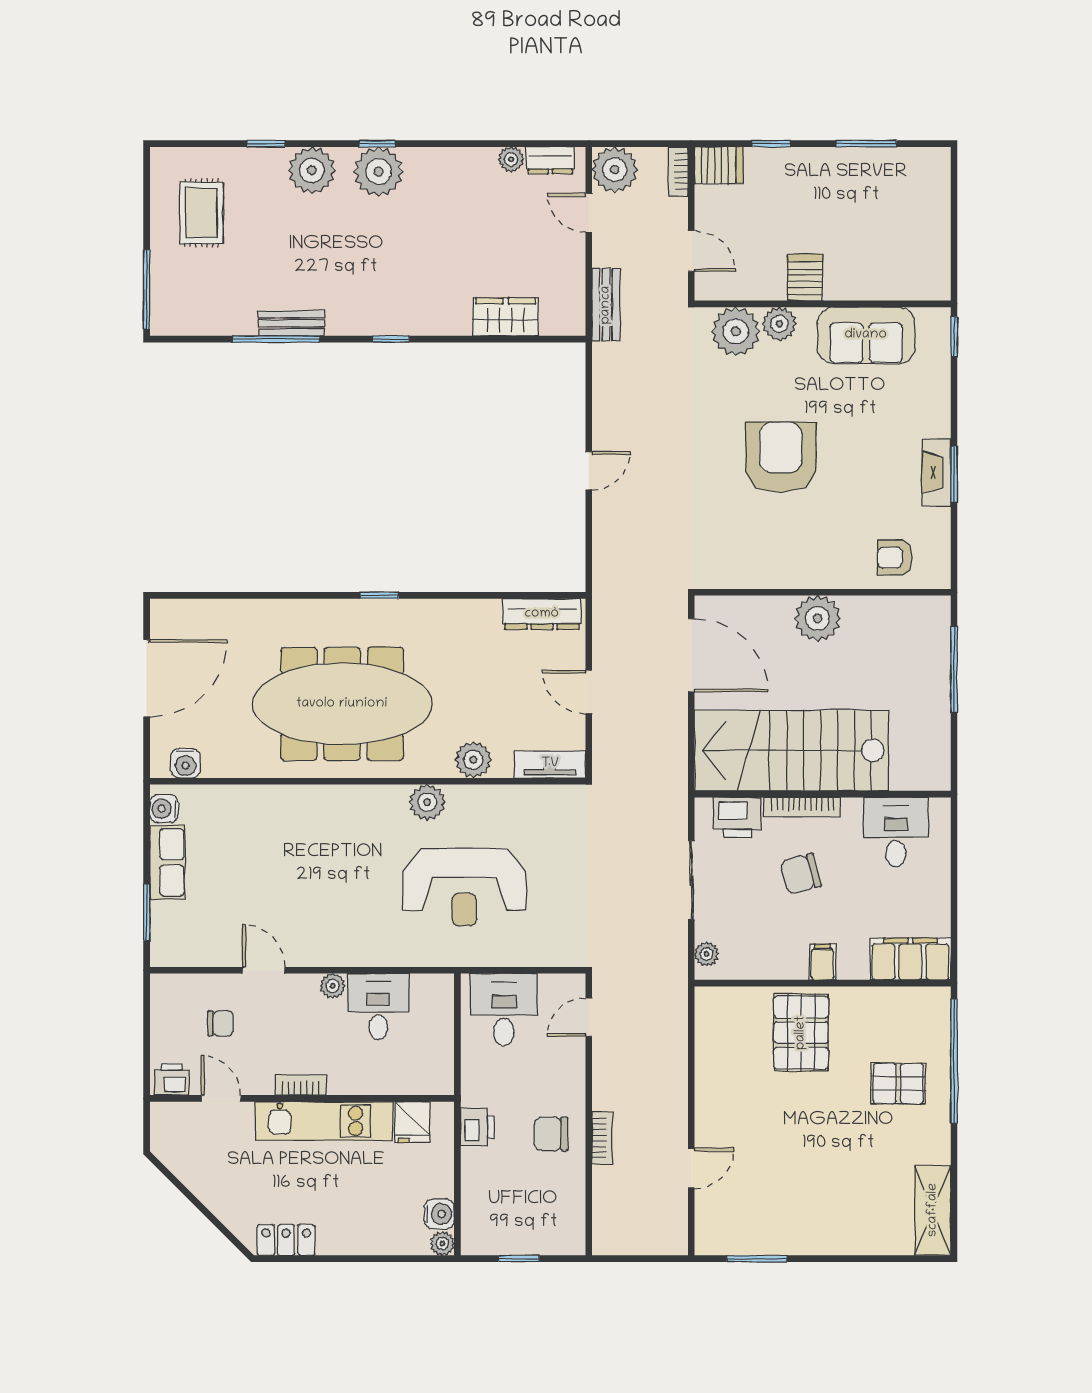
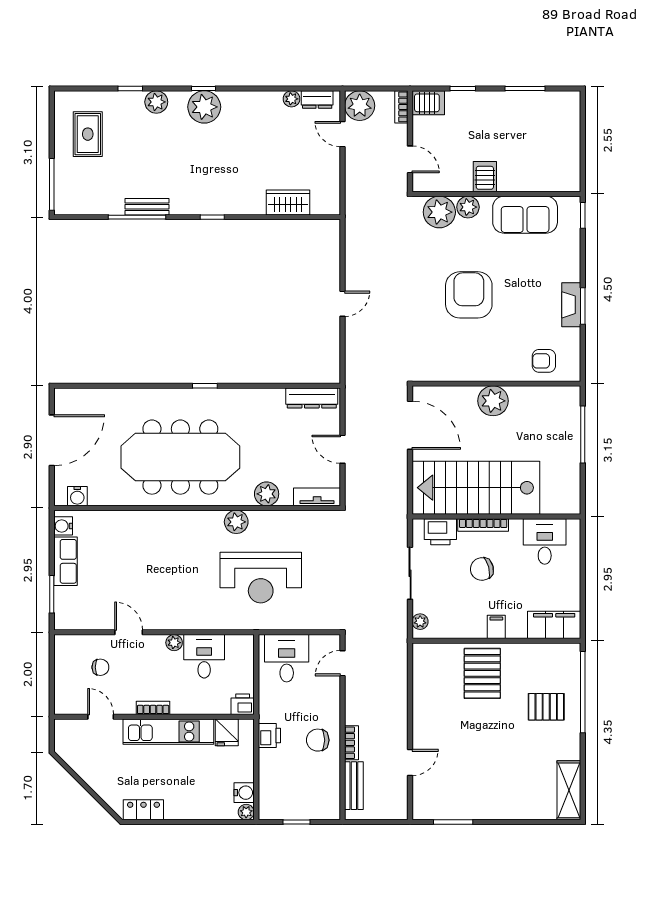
plant: (312, 170) -> (156, 102), width x0.73, depth x0.73
bench: (606, 305) -> (354, 786), moved
printer: (172, 1079) -> (243, 704), moved

